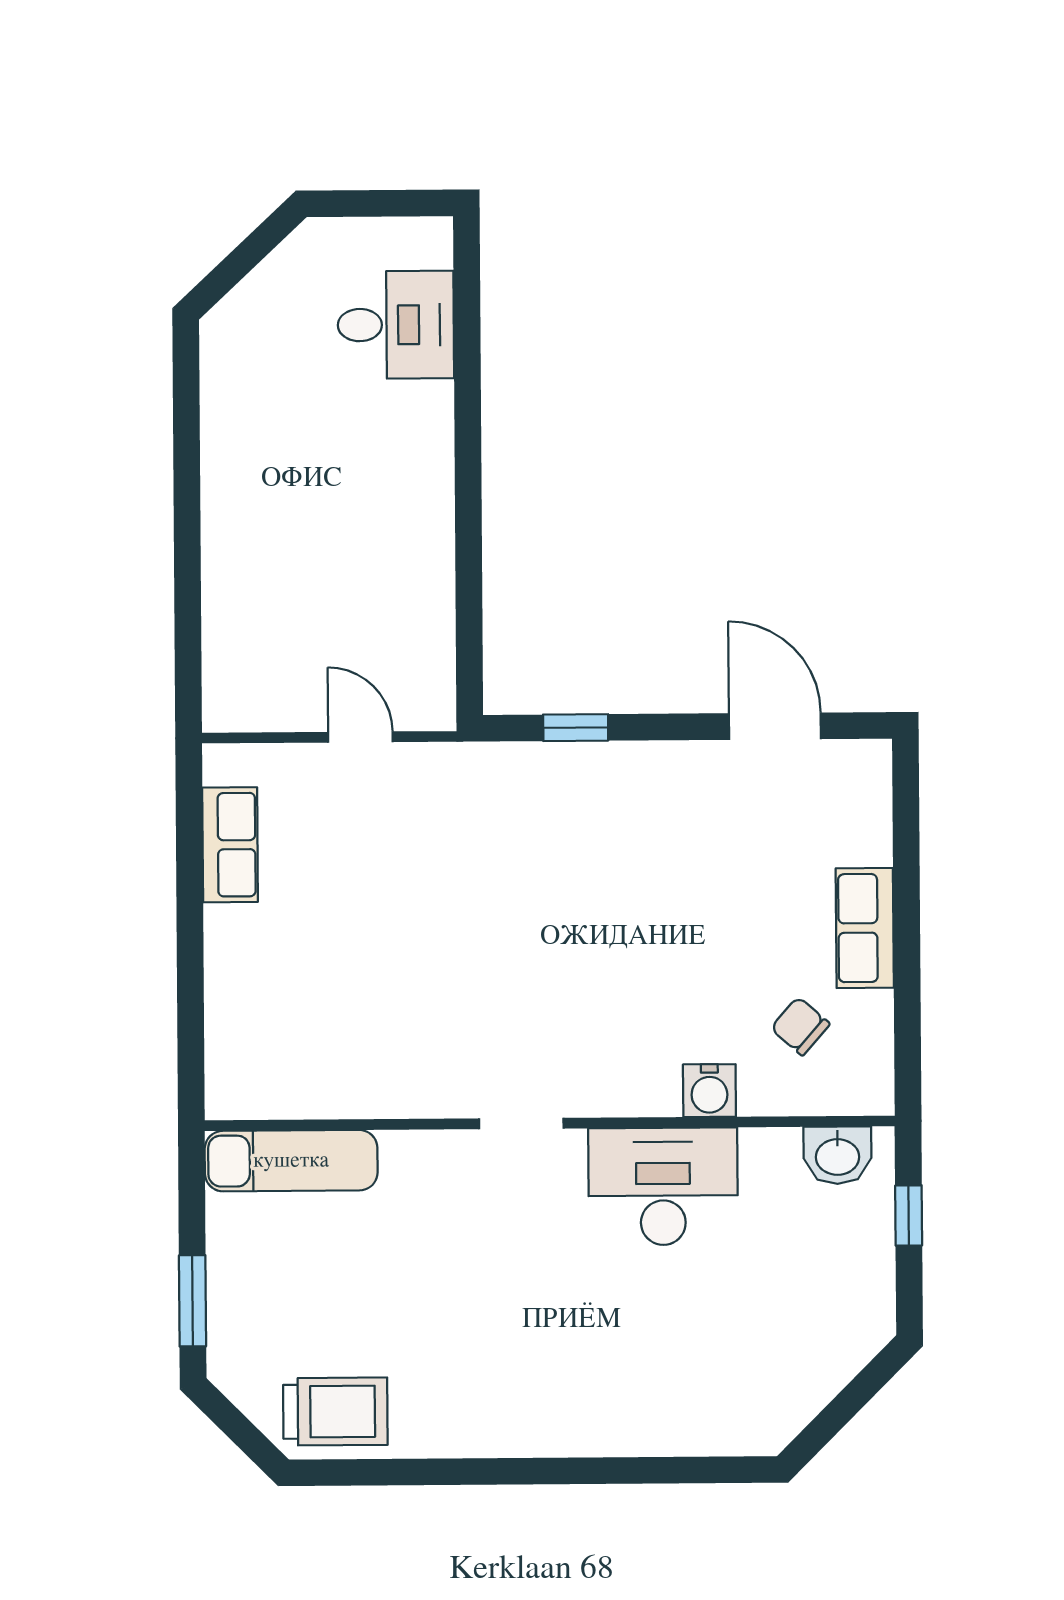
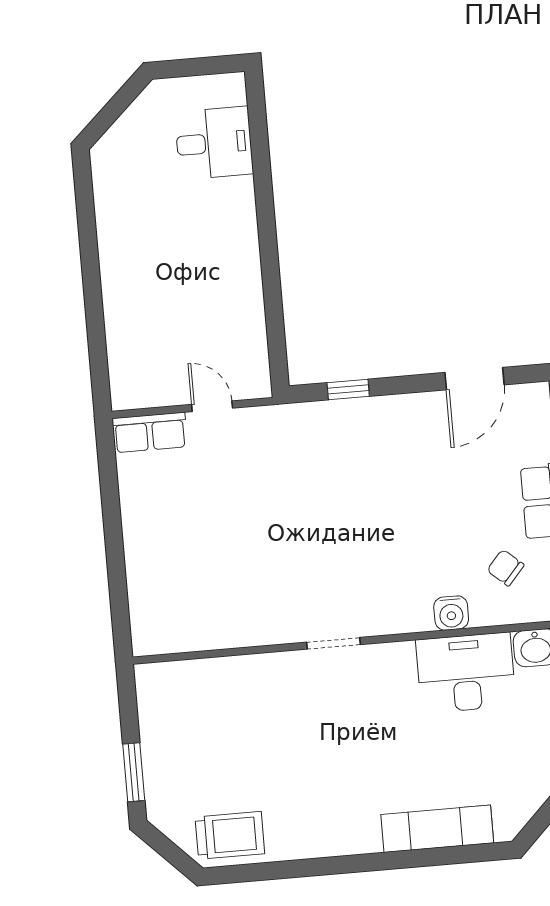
door: (775, 726) -> (474, 379), swing flipped
row of seats: (230, 845) -> (150, 432), moved, turned 90
exam couch: (291, 1161) -> (437, 829), moved, turned 180
desk: (663, 1186) -> (466, 673), moved

